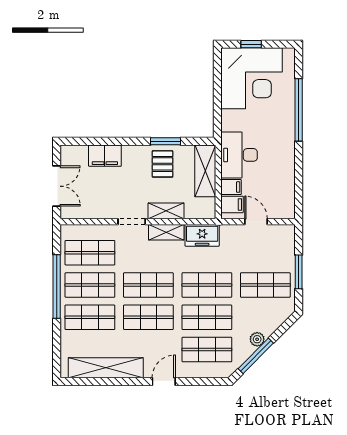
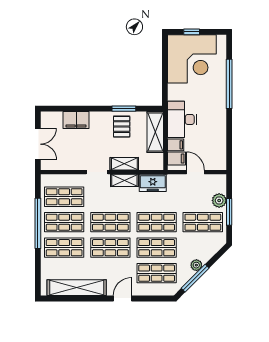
plant: (286, 257) -> (219, 200), added

